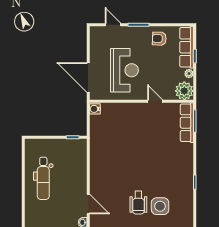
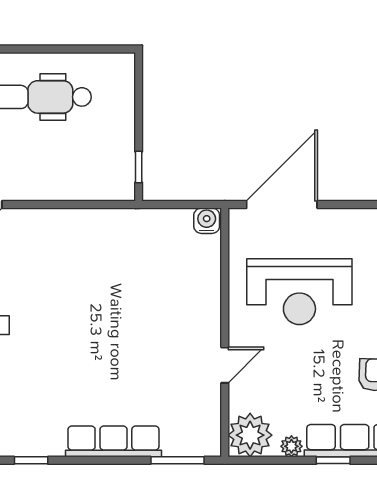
row of seats: (187, 123) -> (113, 441), moved

